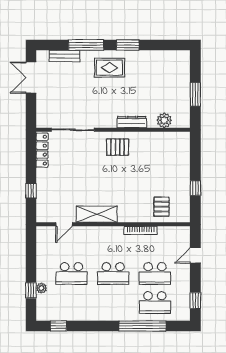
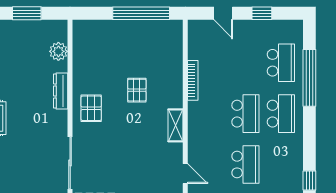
window: (195, 188) -> (141, 13), width x3.17
pallet: (162, 207) -> (137, 90), moved, turned 90
shelving: (97, 214) -> (176, 125), width x0.67, depth x0.75
school desk: (155, 274) -> (281, 114), moved
window: (195, 301) -> (262, 13), moved

